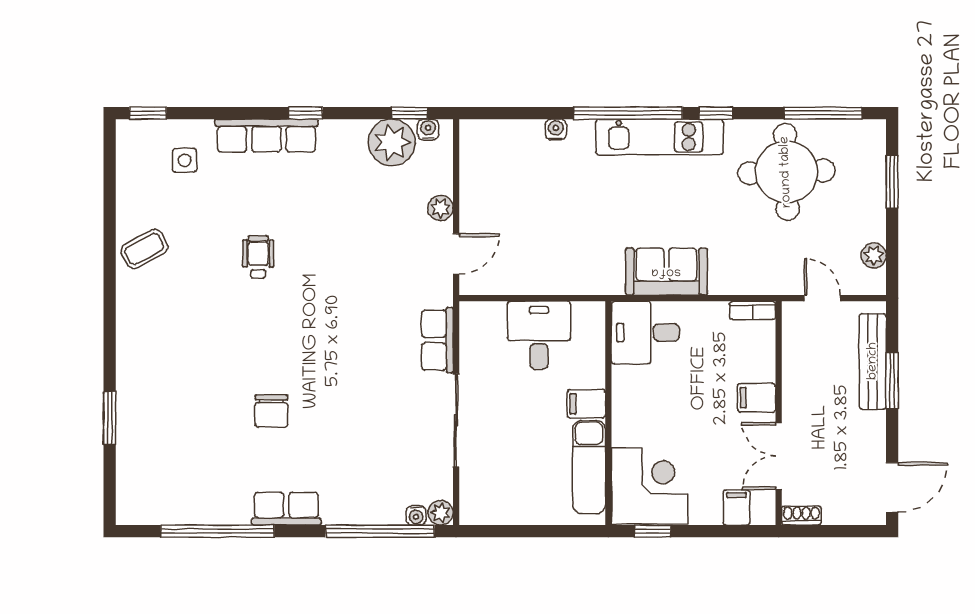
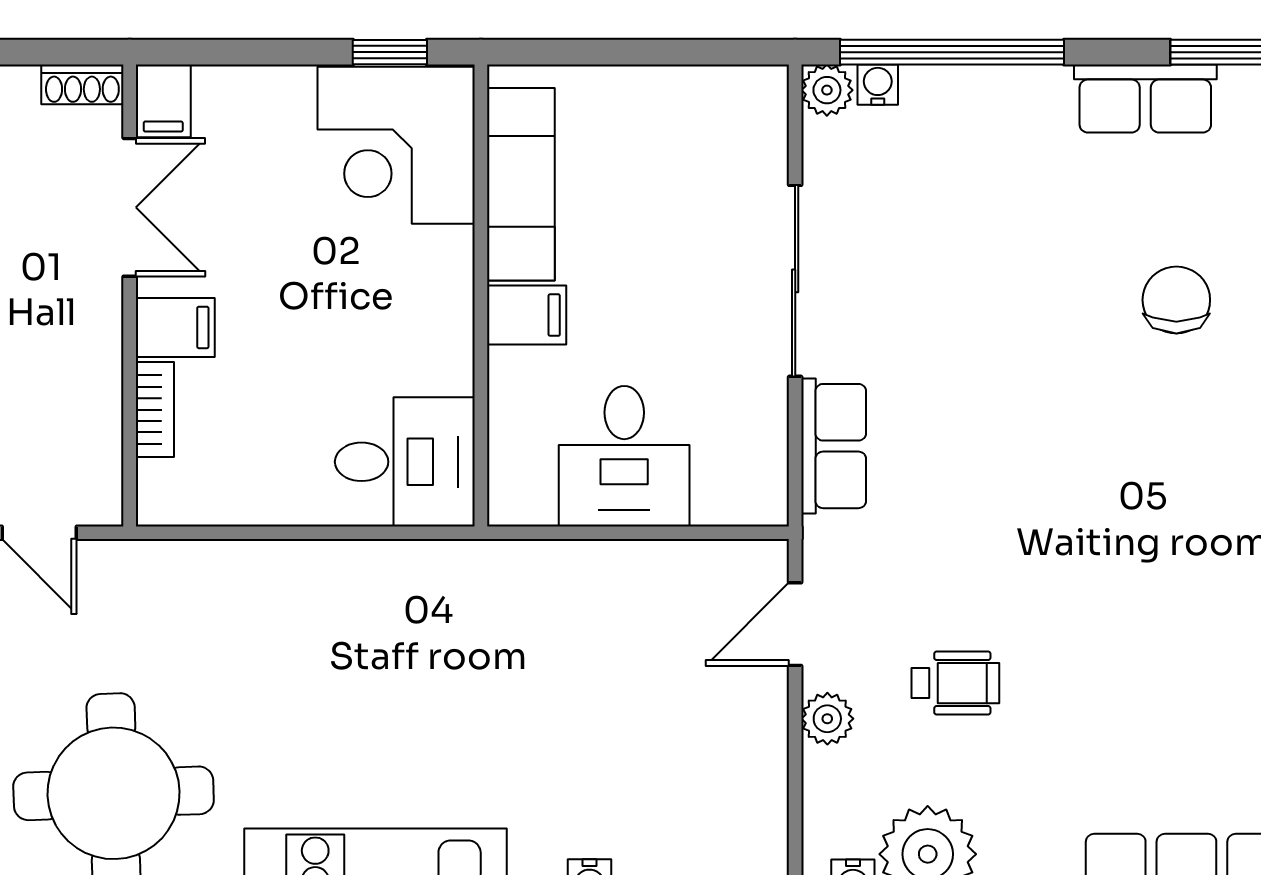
wheelchair: (258, 257) -> (955, 683), moved, turned -90
sofa: (666, 272) -> (361, 588), removed
bookcase: (753, 310) -> (155, 410), moved, turned 90
filing cabinet: (737, 507) -> (163, 101), moved

